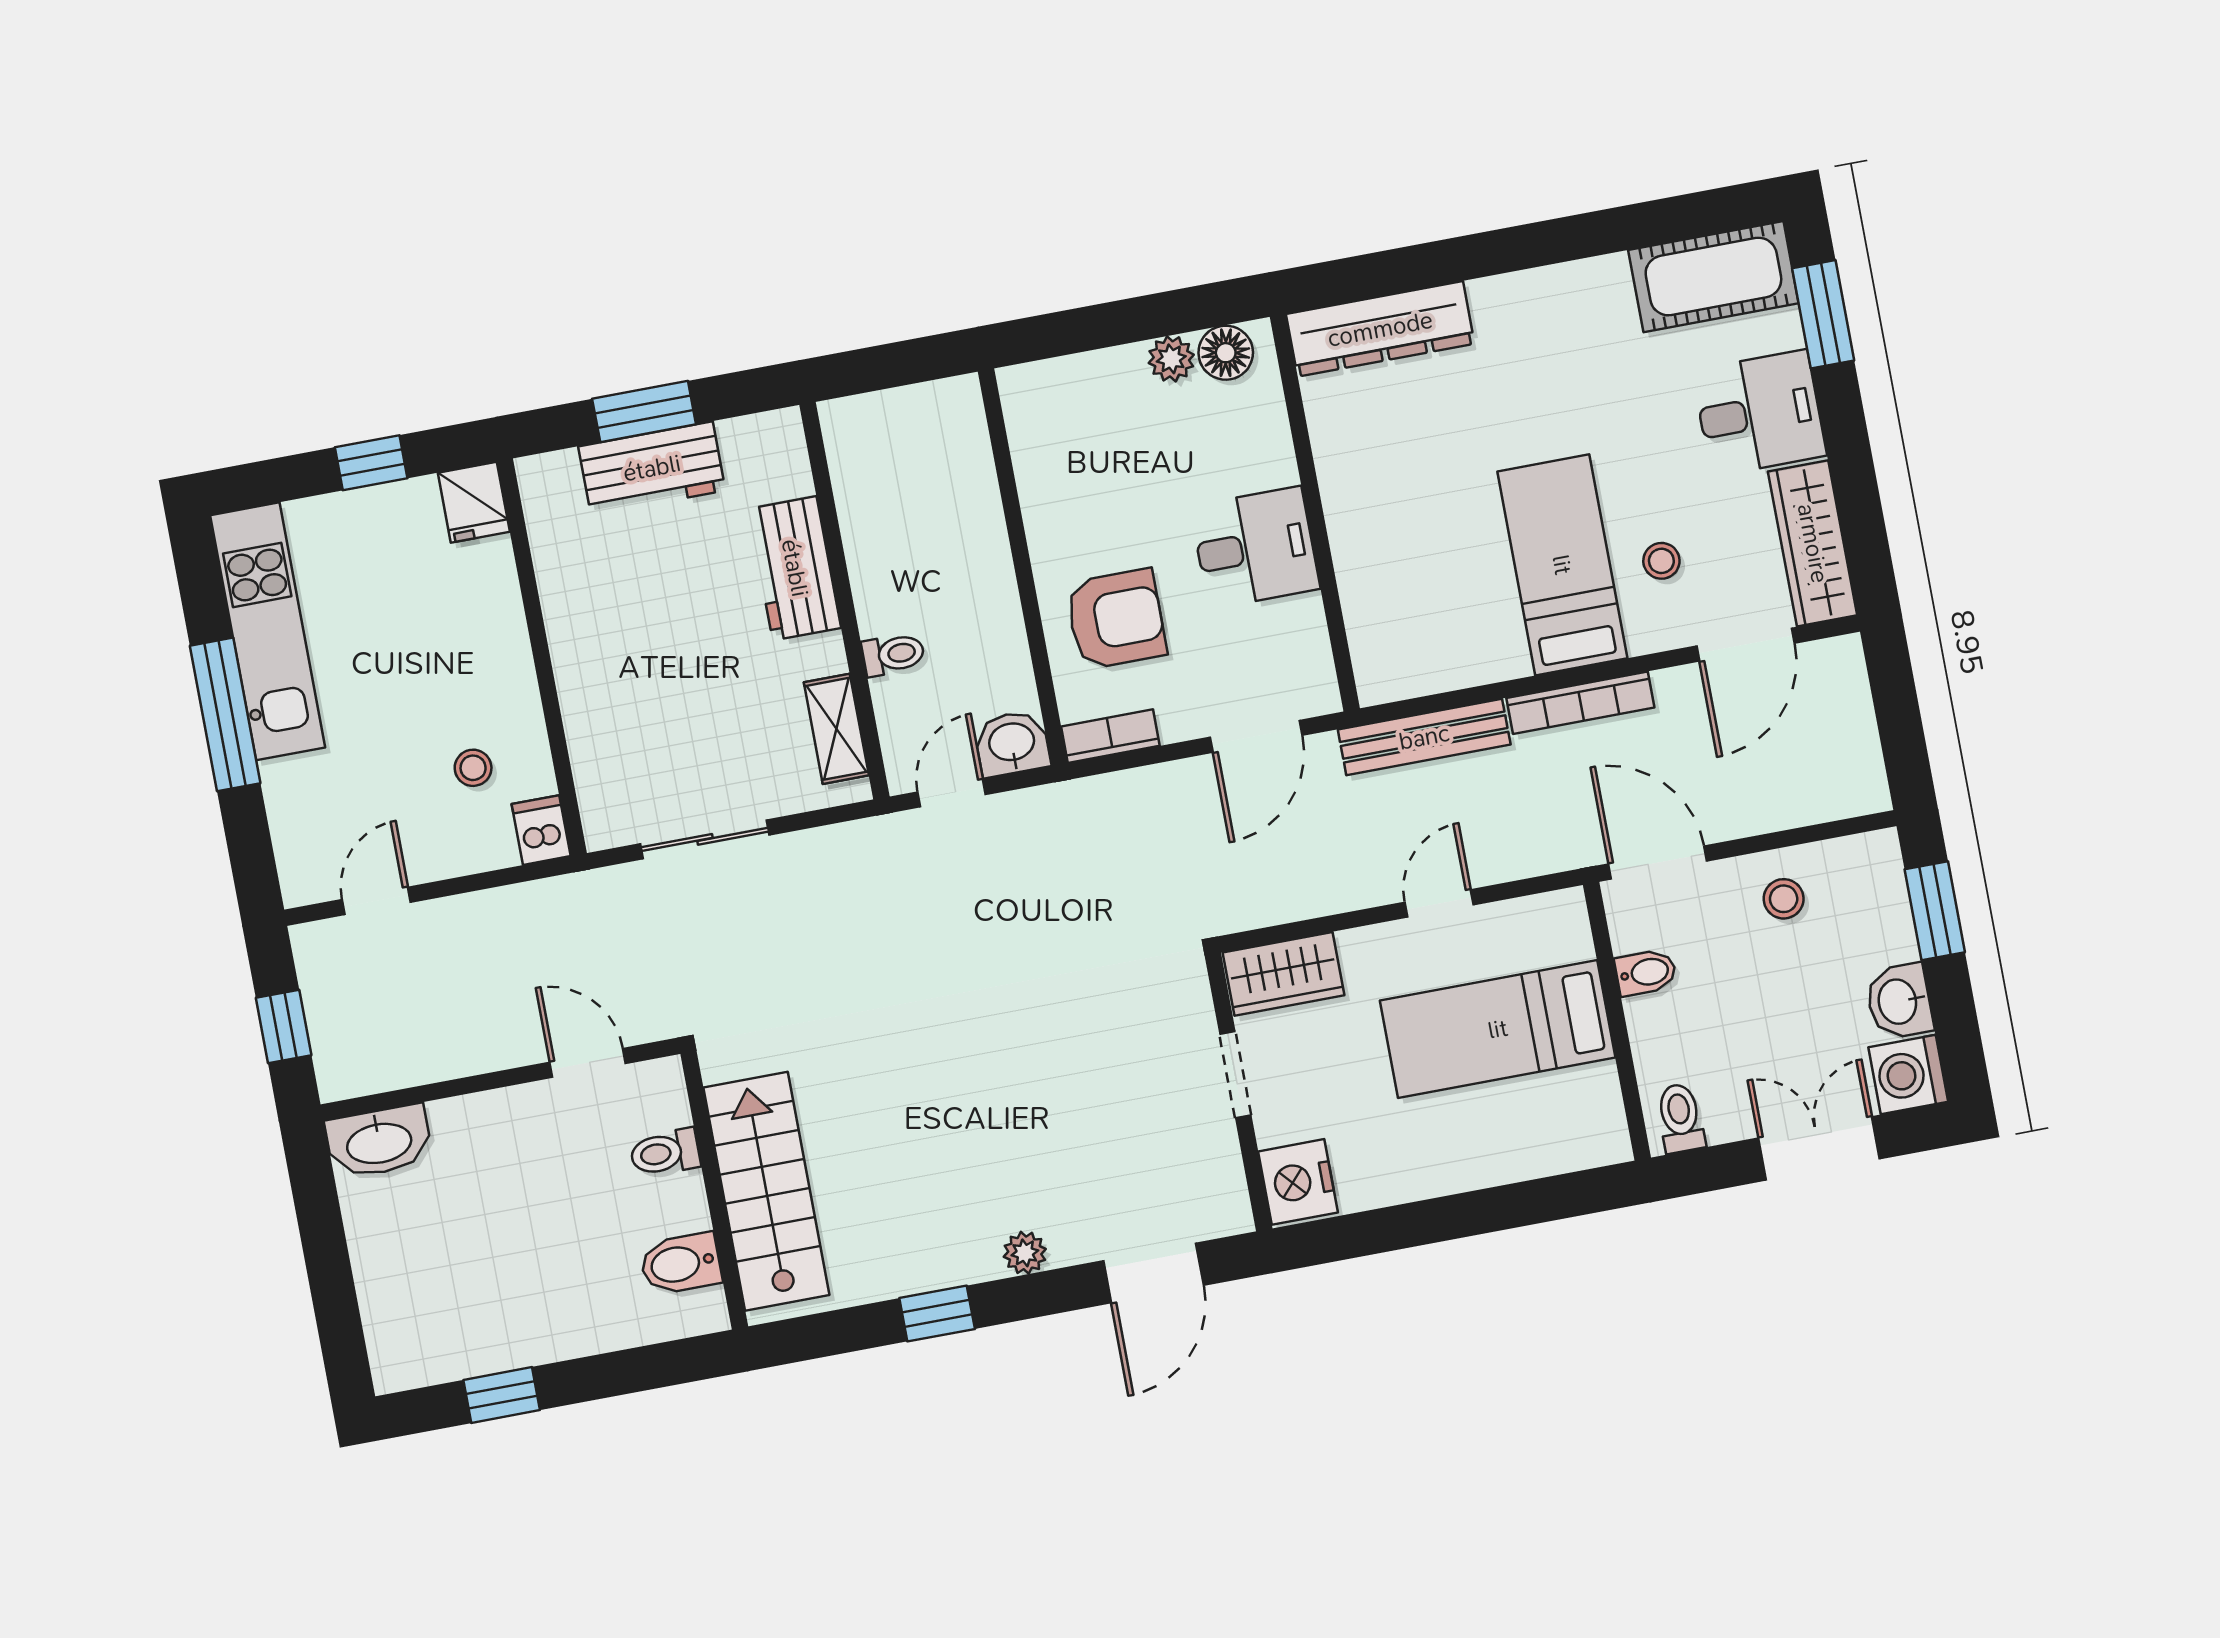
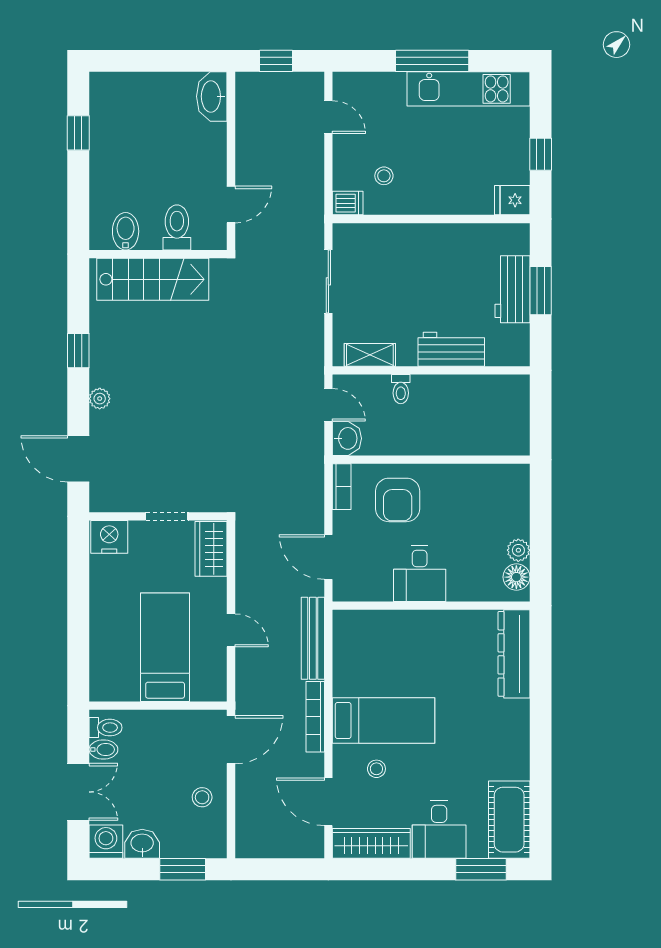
bidet: (1646, 972) -> (103, 749), moved, turned -90
toilet: (665, 1153) -> (177, 227), width x1.37, depth x1.39

